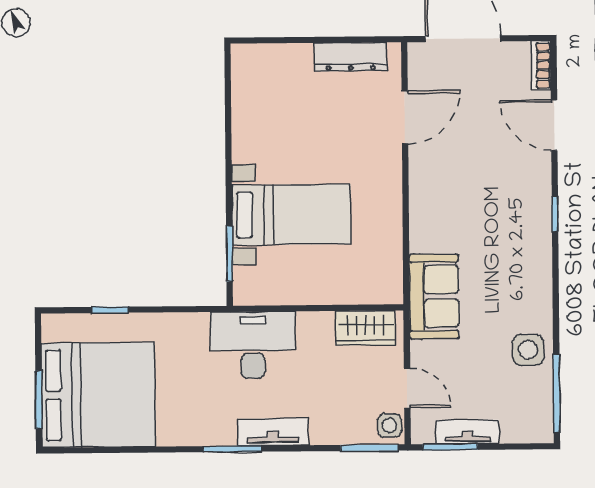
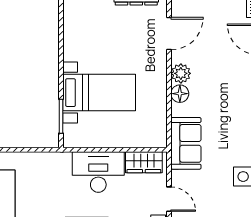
plant: (425, 182) -> (181, 73), added
floor lamp: (423, 215) -> (180, 94), added
desk: (253, 345) -> (98, 172), moved

